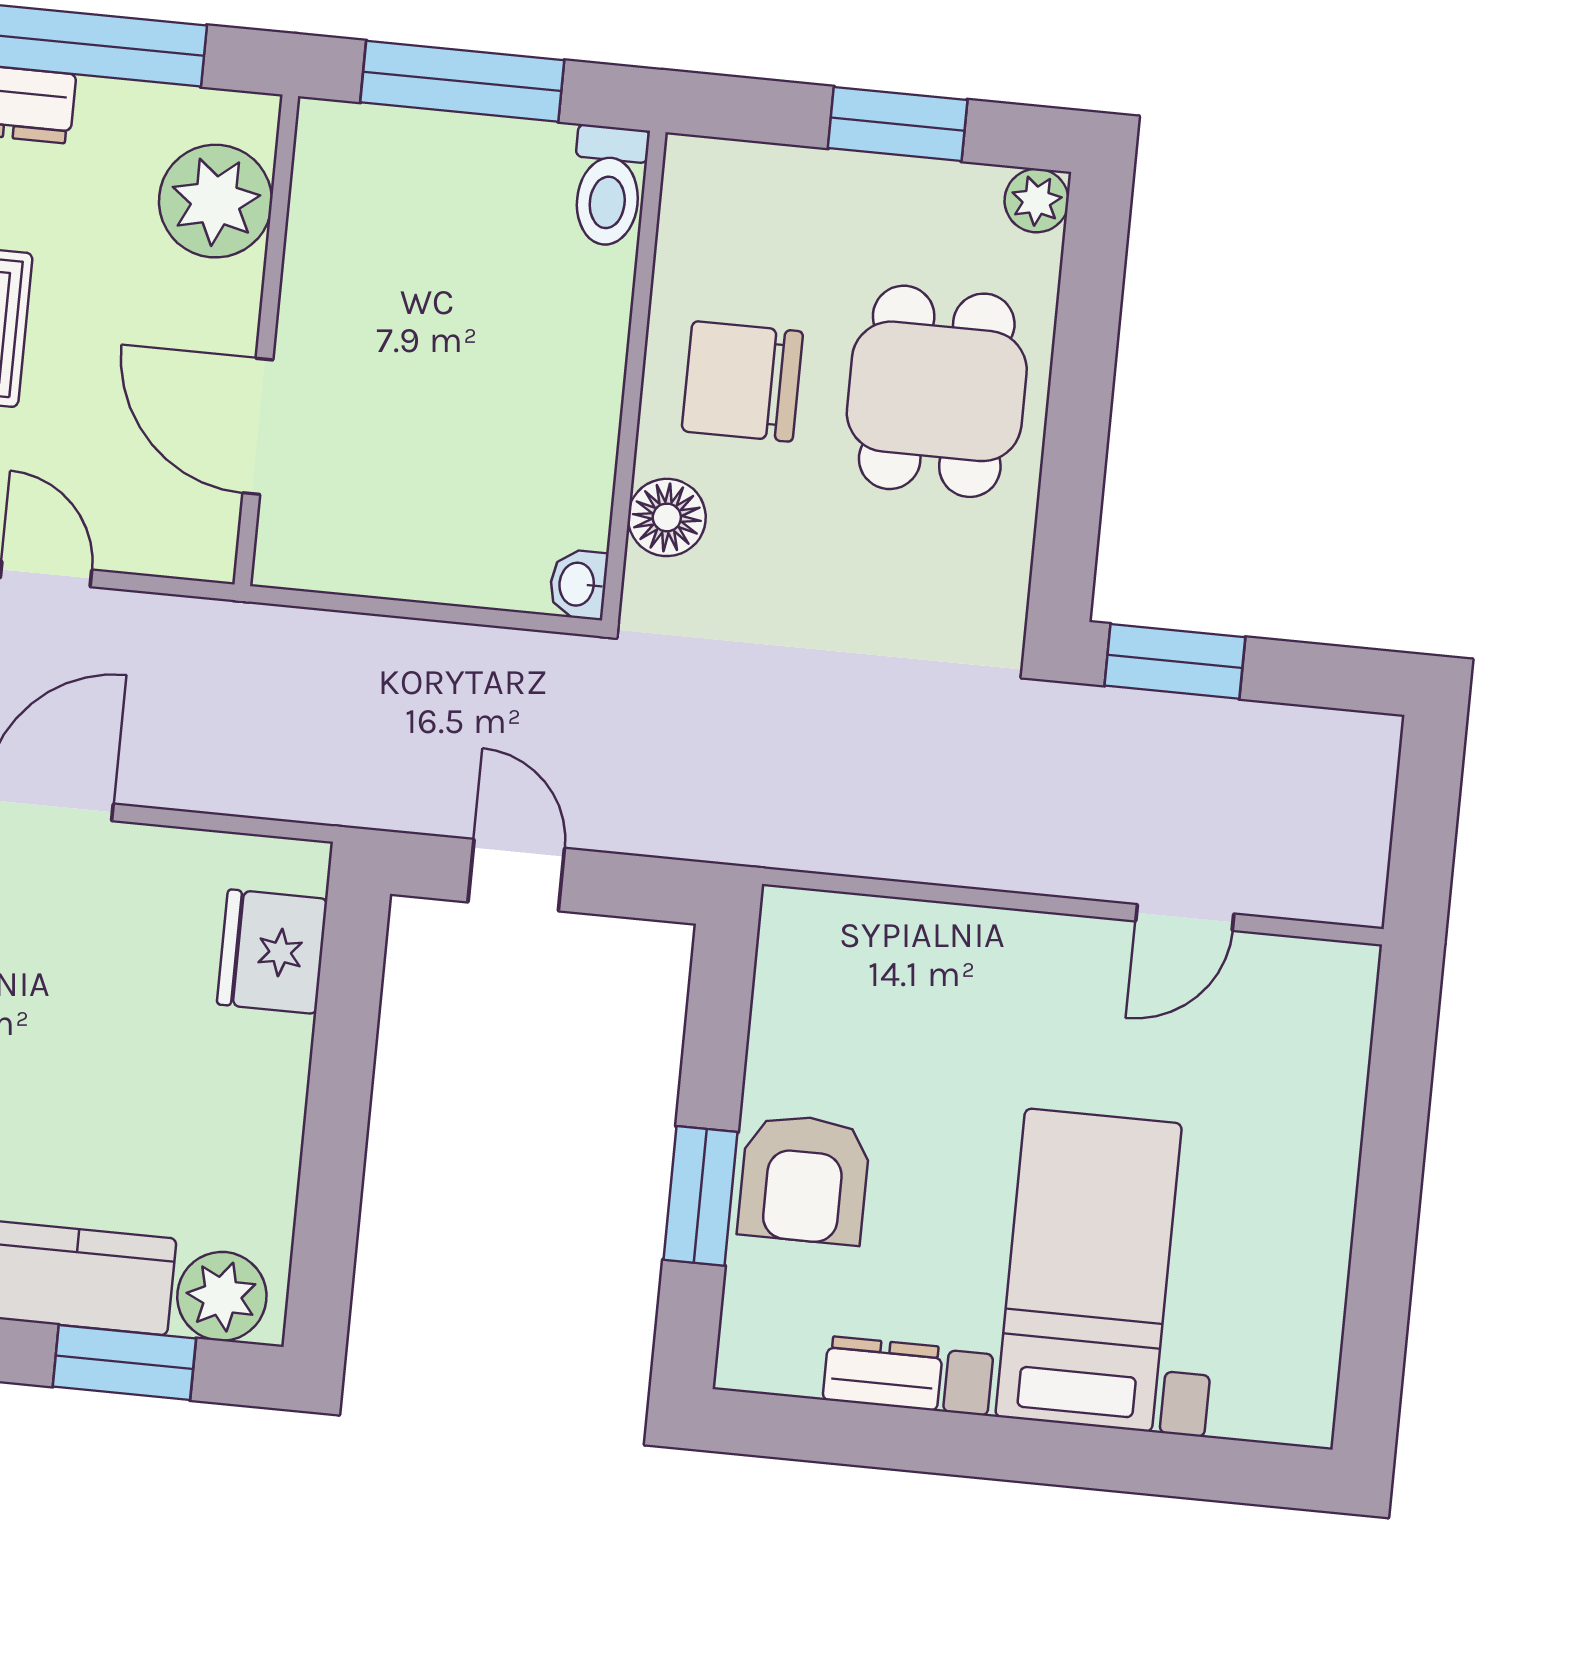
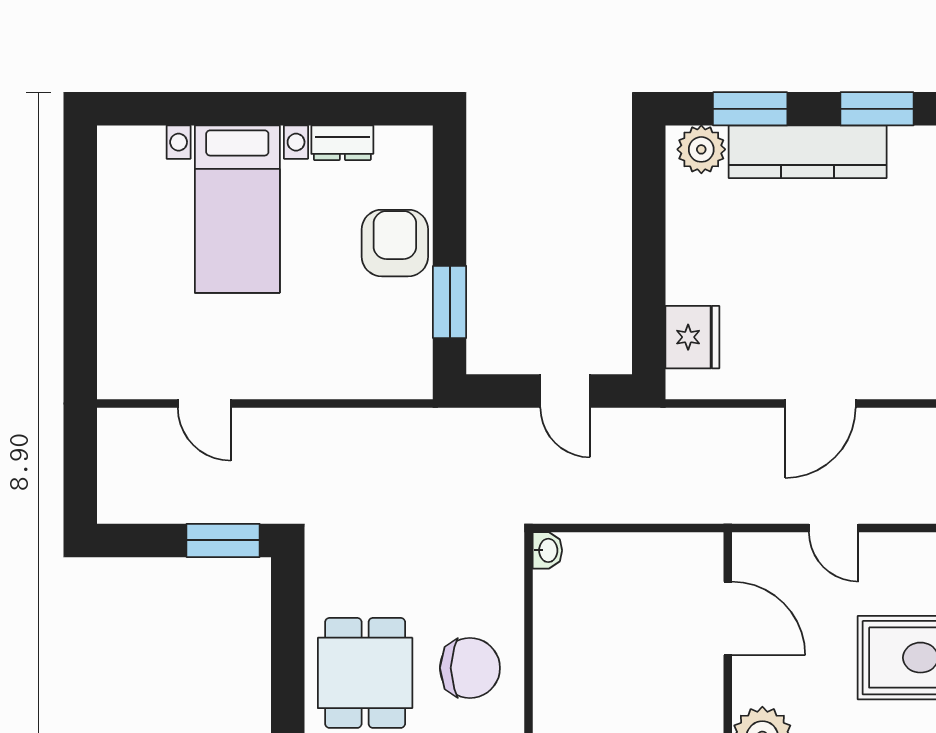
floor lamp: (667, 517) -> (503, 591), removed
door: (1185, 917) -> (204, 403), swing flipped
window: (700, 1196) -> (450, 302), moved

